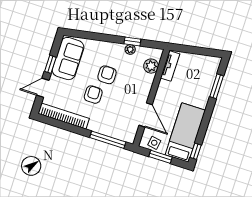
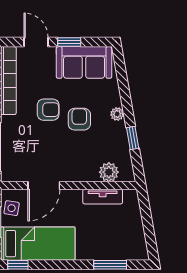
plant: (130, 49) -> (117, 114), moved
tv unit: (170, 66) -> (103, 197), moved
armchair: (107, 75) -> (79, 119), turned -90

